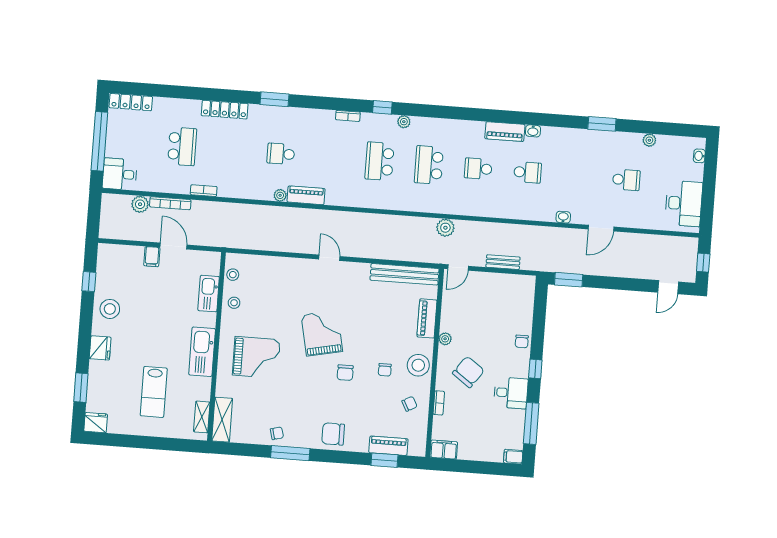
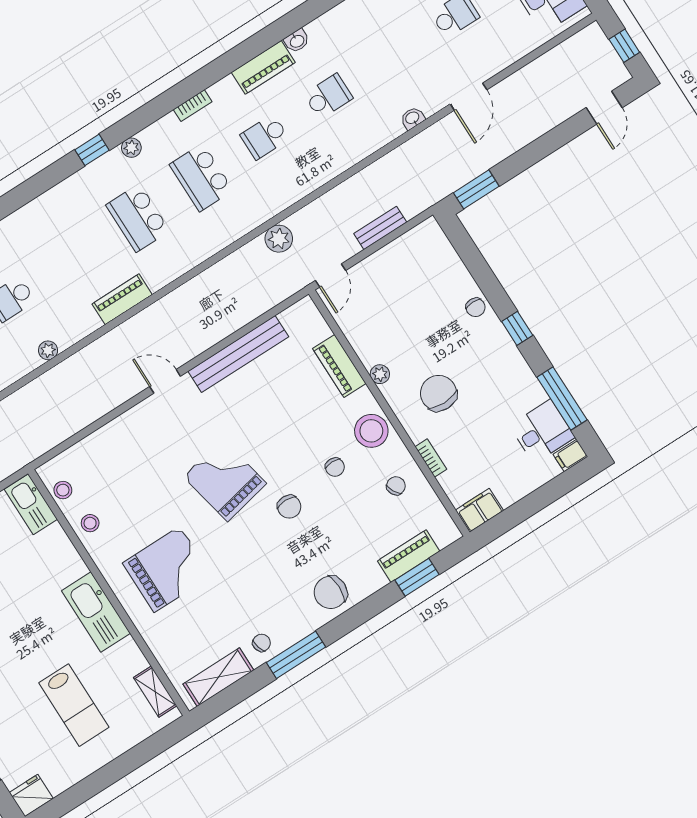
bookcase: (348, 116) -> (193, 106), moved
piano: (306, 195) -> (122, 299), moved
bench: (404, 274) -> (238, 354), moved
kitchen sink: (209, 294) -> (31, 504), moved
chair: (468, 372) -> (438, 393), turned -36
desk: (511, 393) -> (542, 431), moved
shelving: (222, 420) -> (218, 677), moved, turned 90

